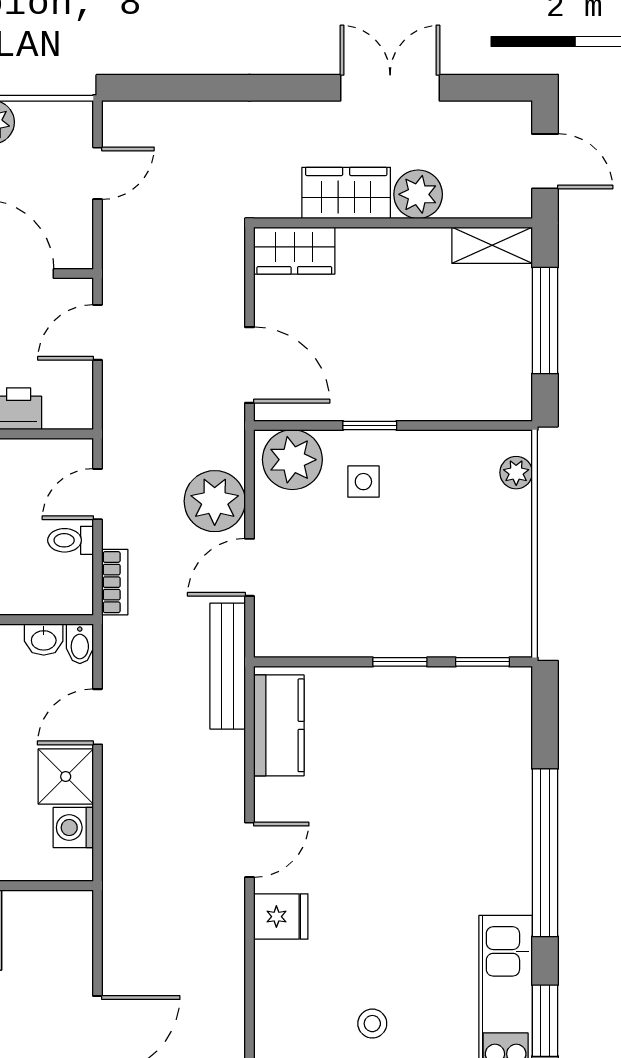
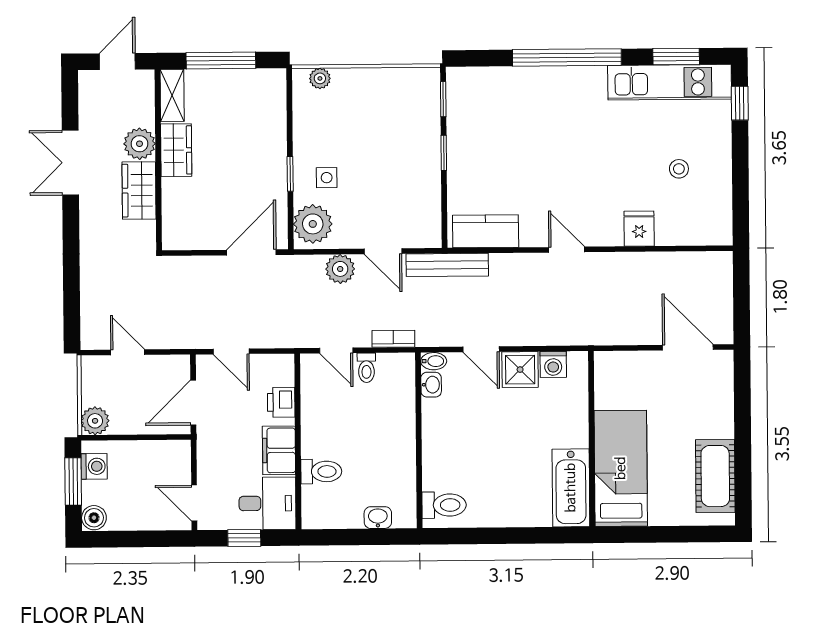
wardrobe: (294, 251) -> (176, 150), moved
plant: (215, 501) -> (340, 269), width x0.73, depth x0.73
fridge: (281, 917) -> (639, 229), moved

